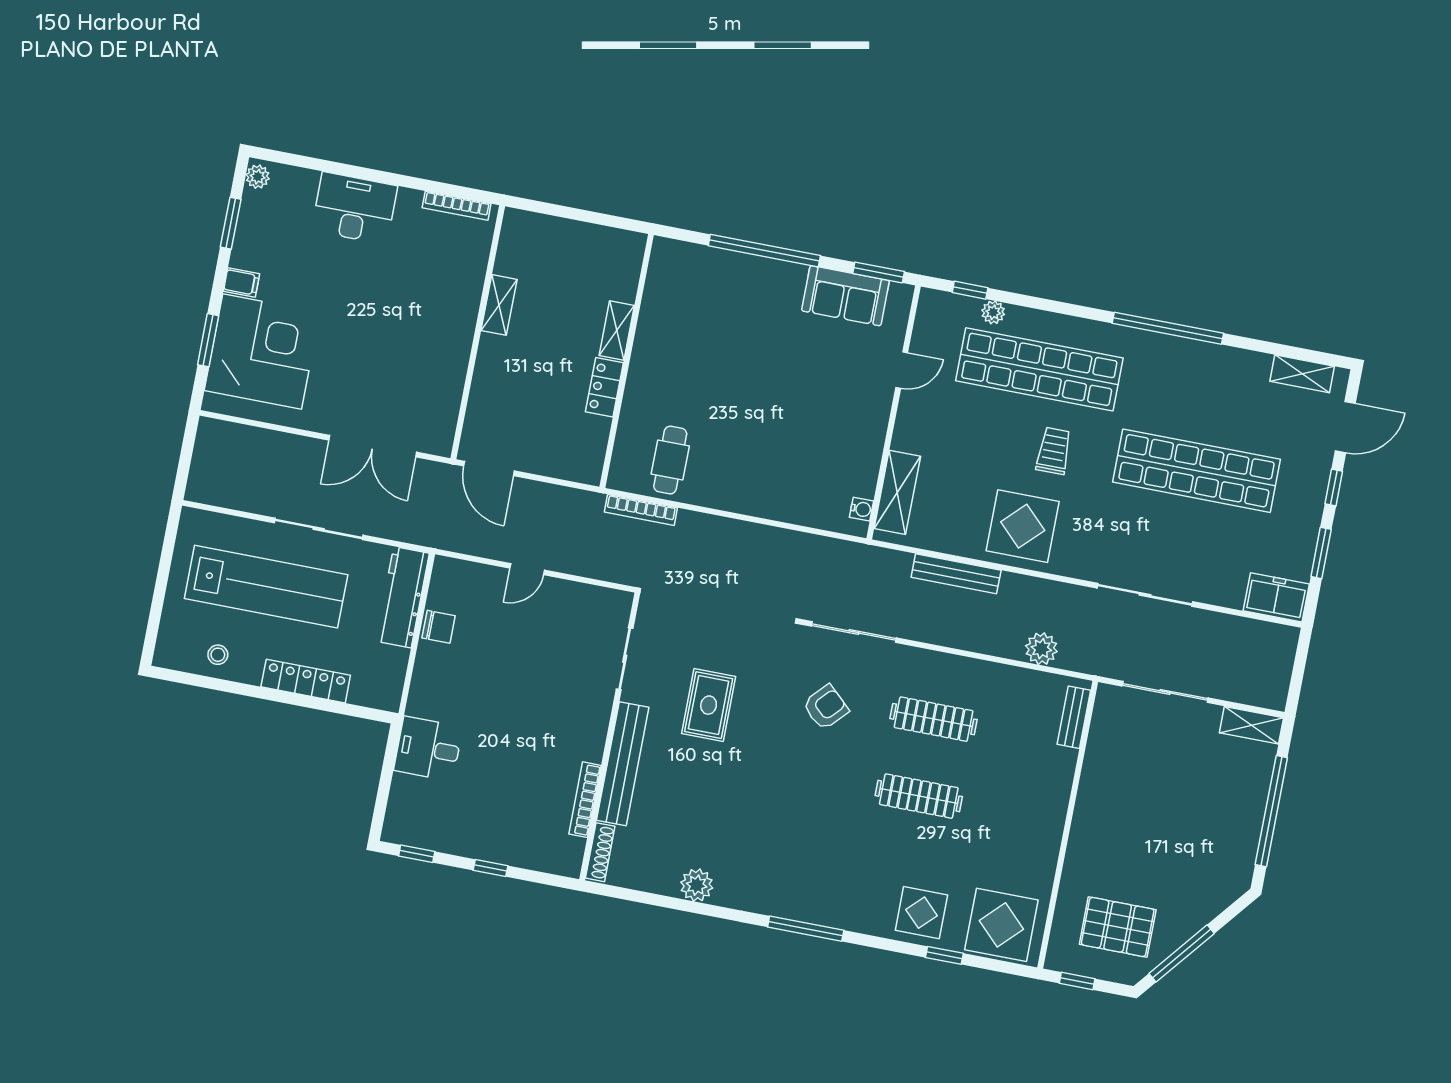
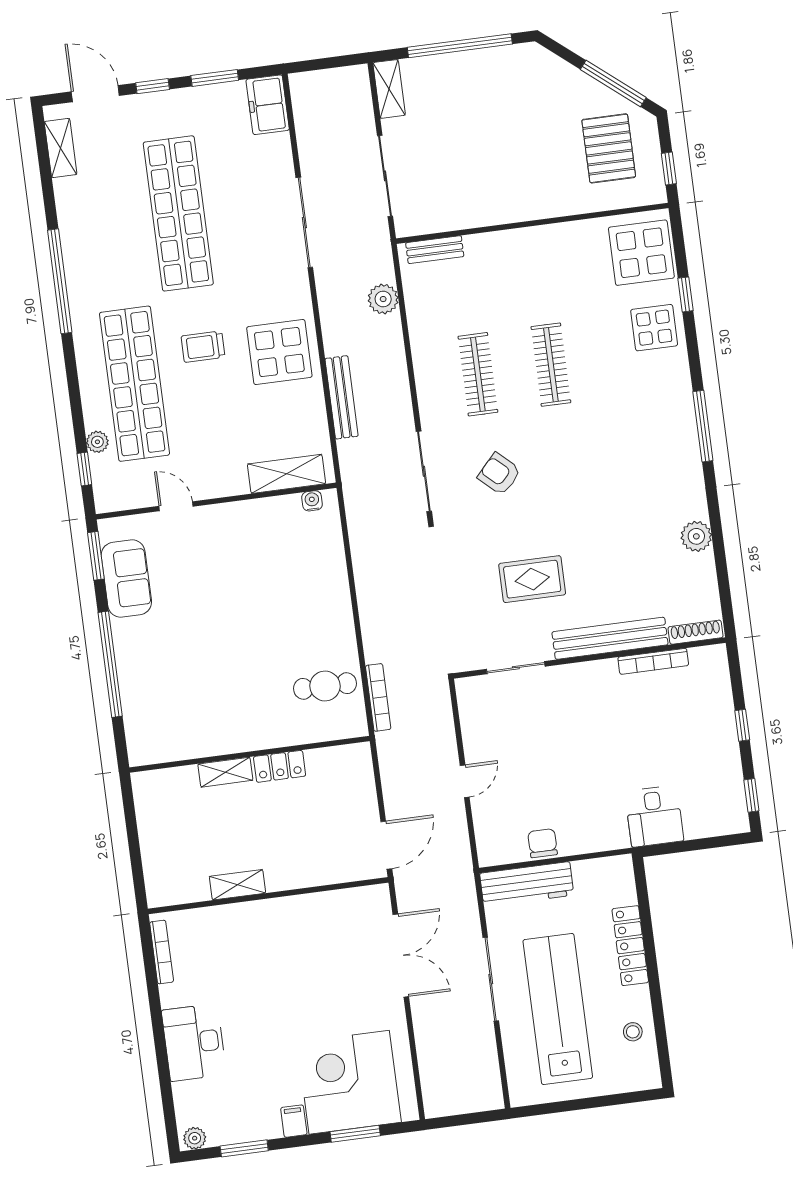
door: (527, 569) -> (465, 781), hinge flipped

